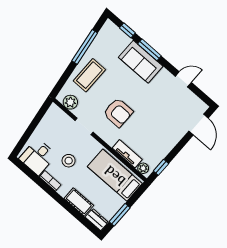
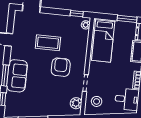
coffee table: (89, 75) -> (48, 43), moved
tv unit: (127, 154) -> (83, 42), removed
stool: (69, 161) -> (97, 101), moved

